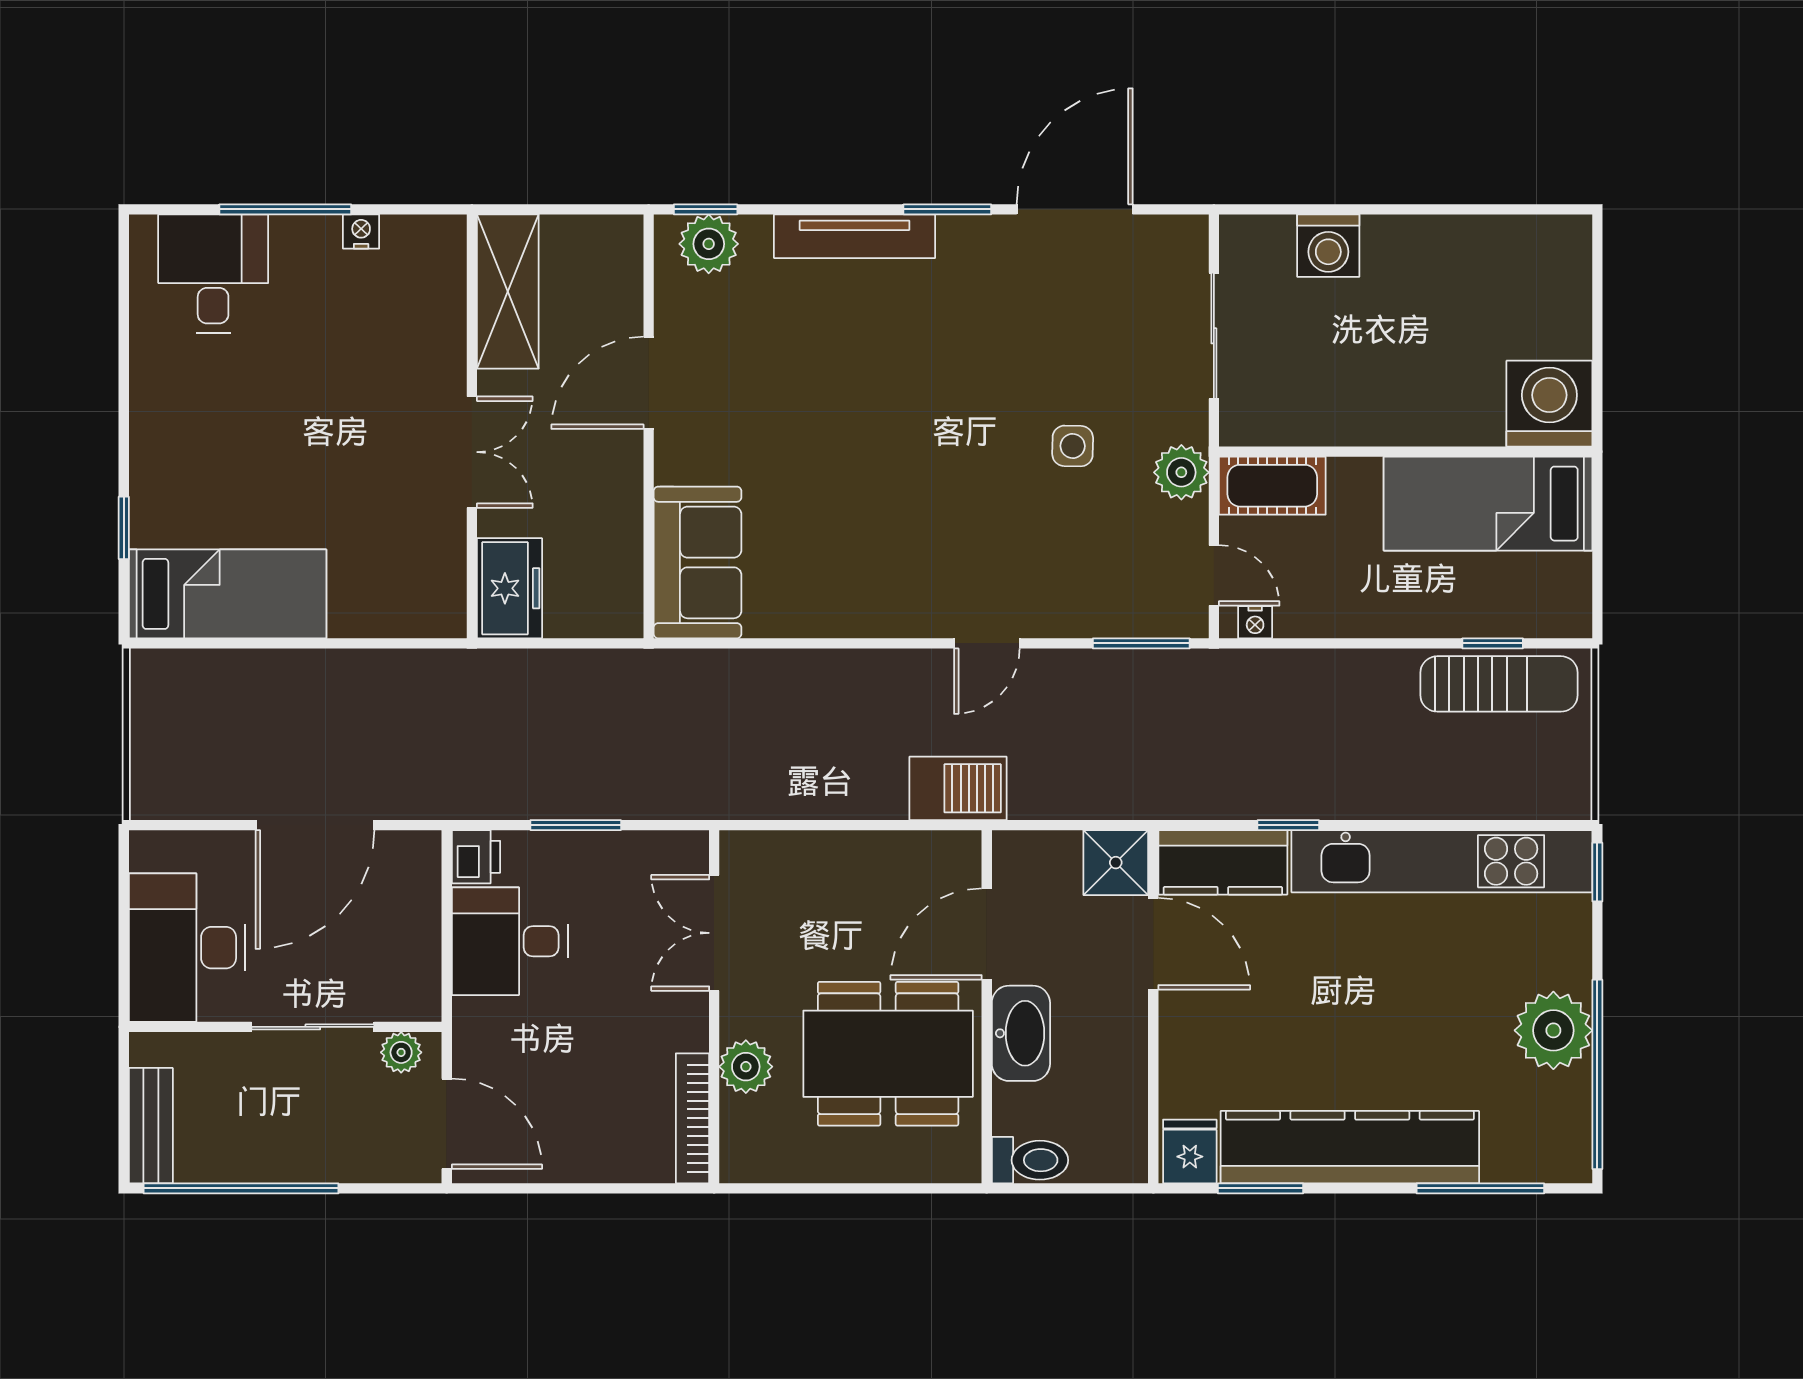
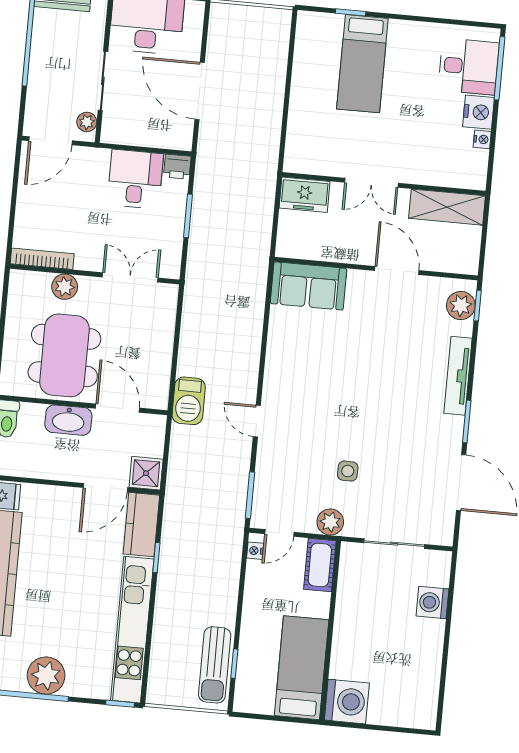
window: (285, 209) -> (500, 68), moved
nightstand: (305, 244) -> (479, 112), added
bed: (228, 594) -> (362, 64), moved

